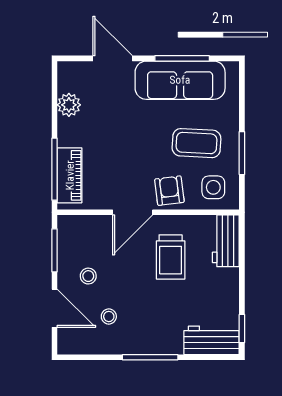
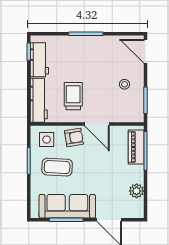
armchair: (169, 191) -> (74, 137), turned -92
door: (133, 212) -> (97, 124), swing flipped
workbench: (226, 241) -> (39, 100), width x1.38
door: (55, 308) -> (145, 51), moved
stool: (109, 316) -> (112, 59), removed
workbench: (212, 340) -> (39, 60), moved, turned -90

